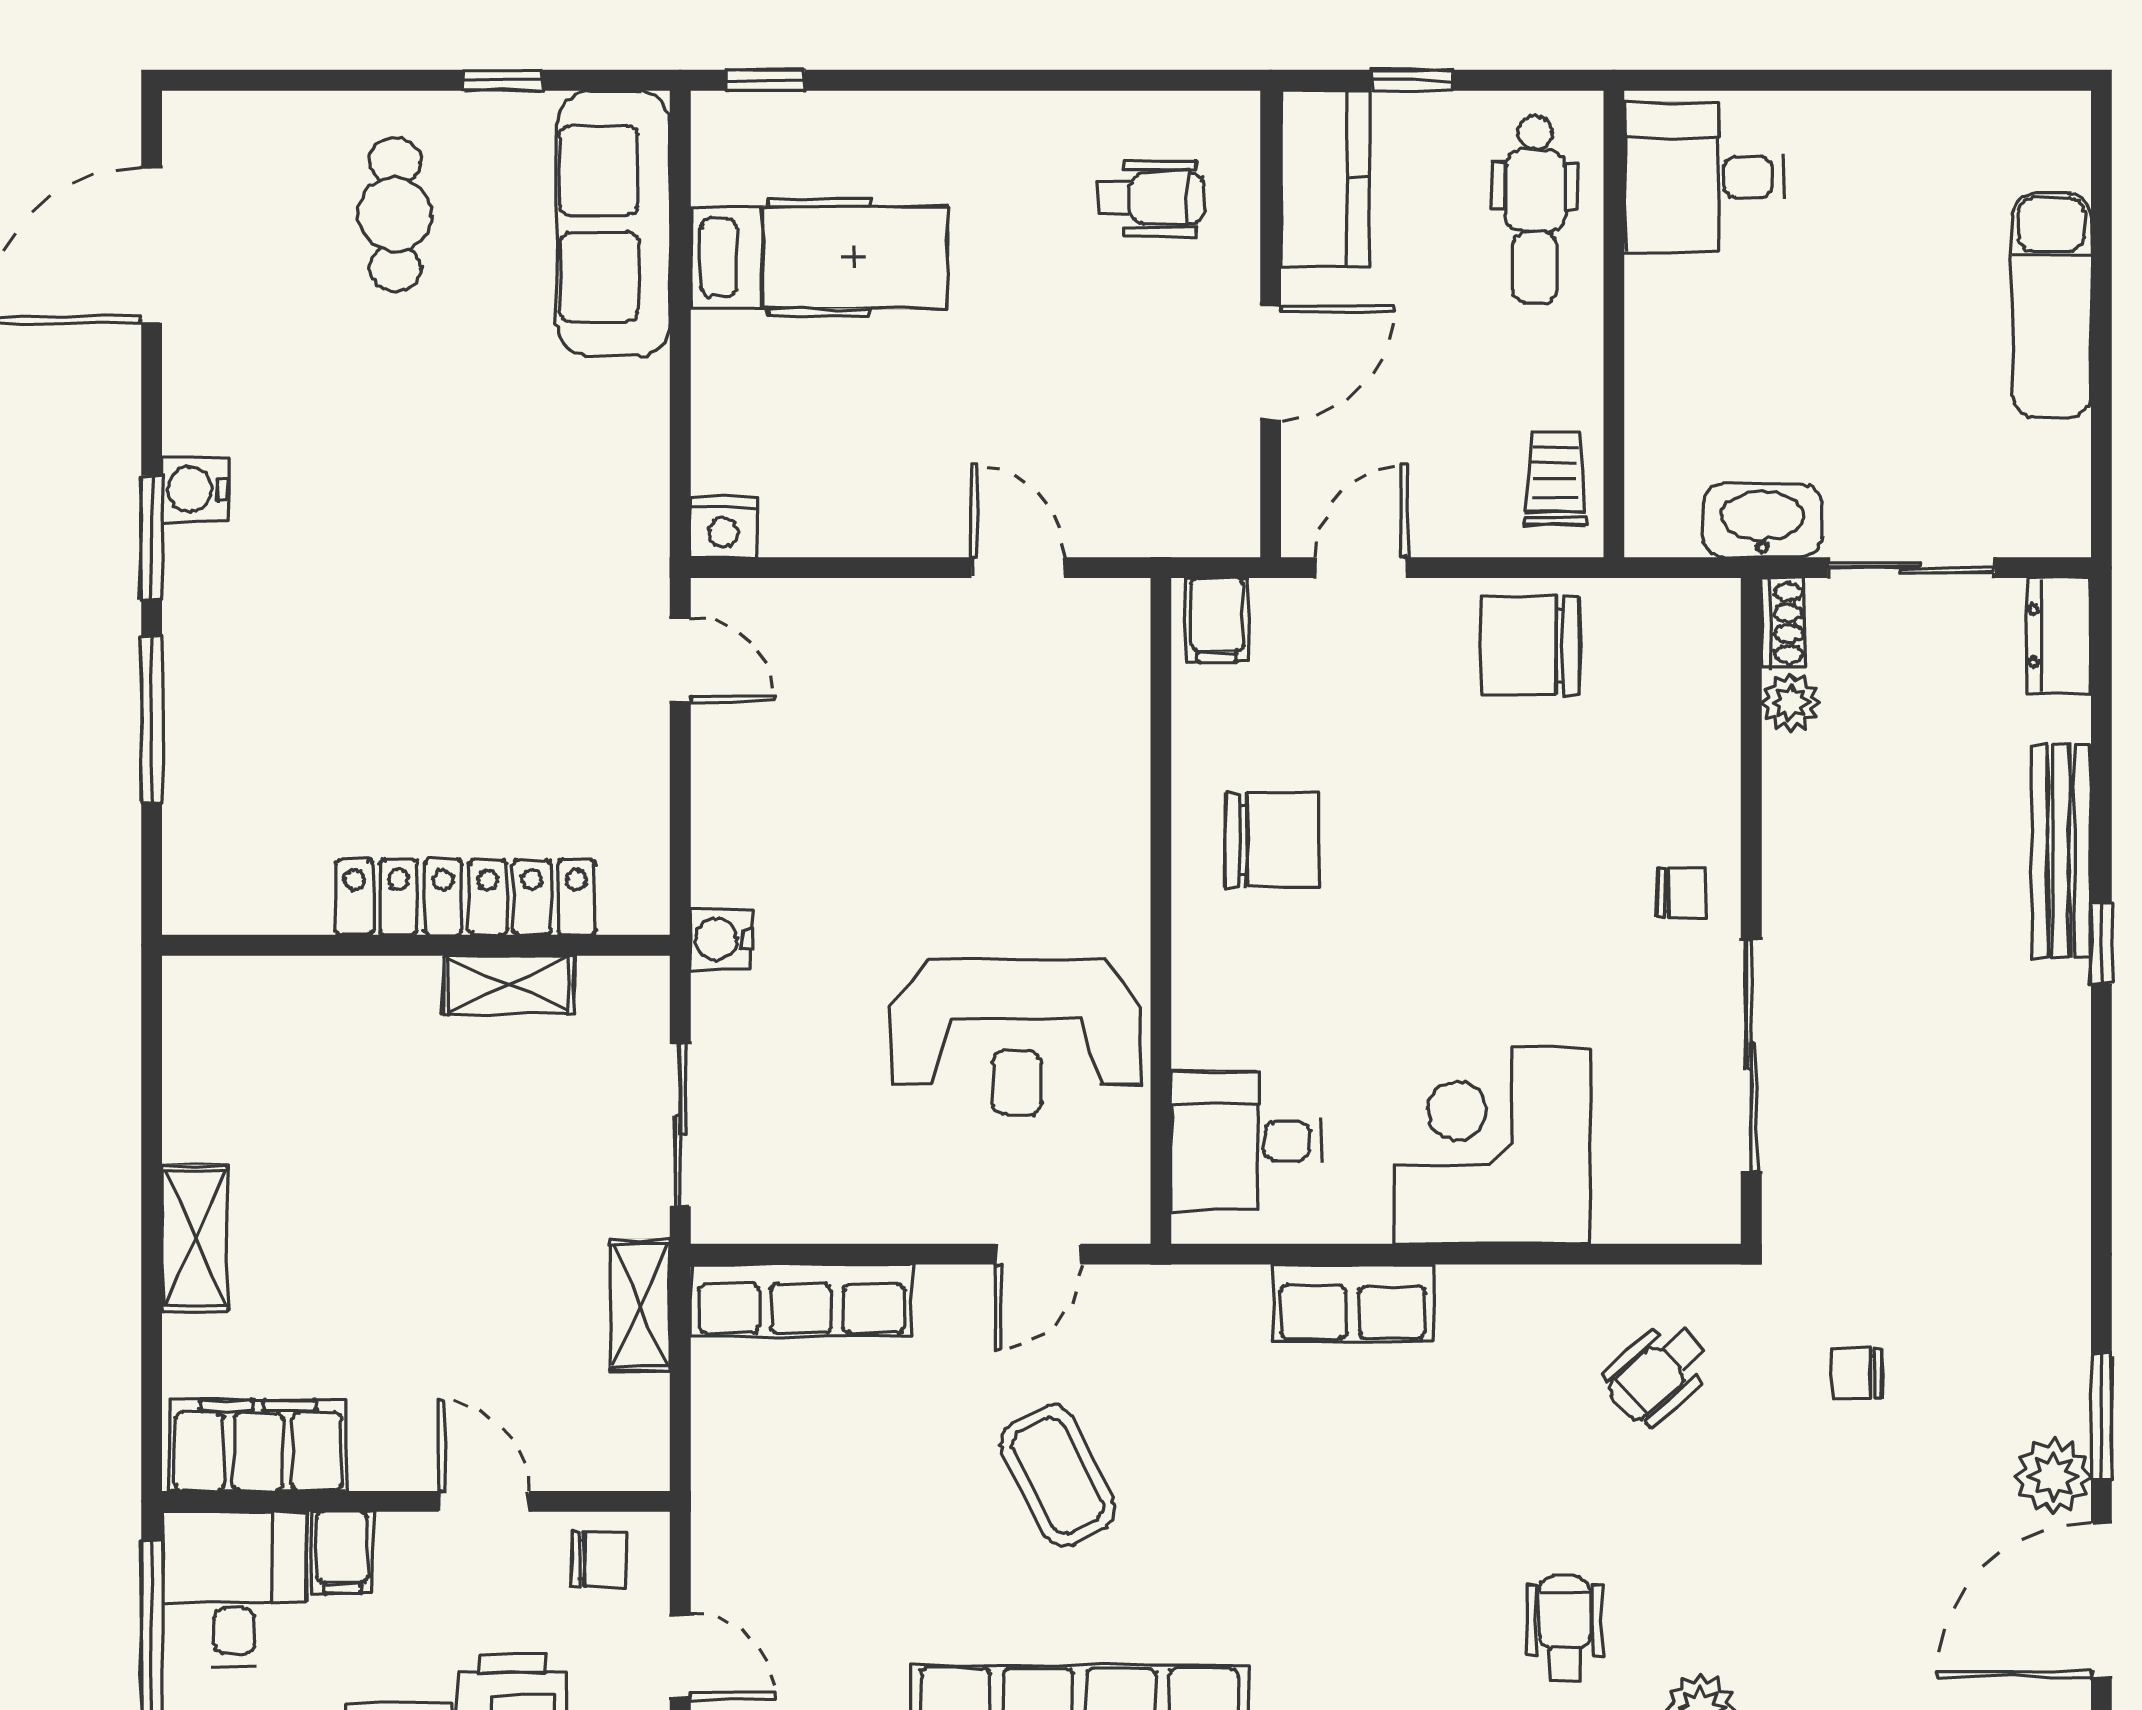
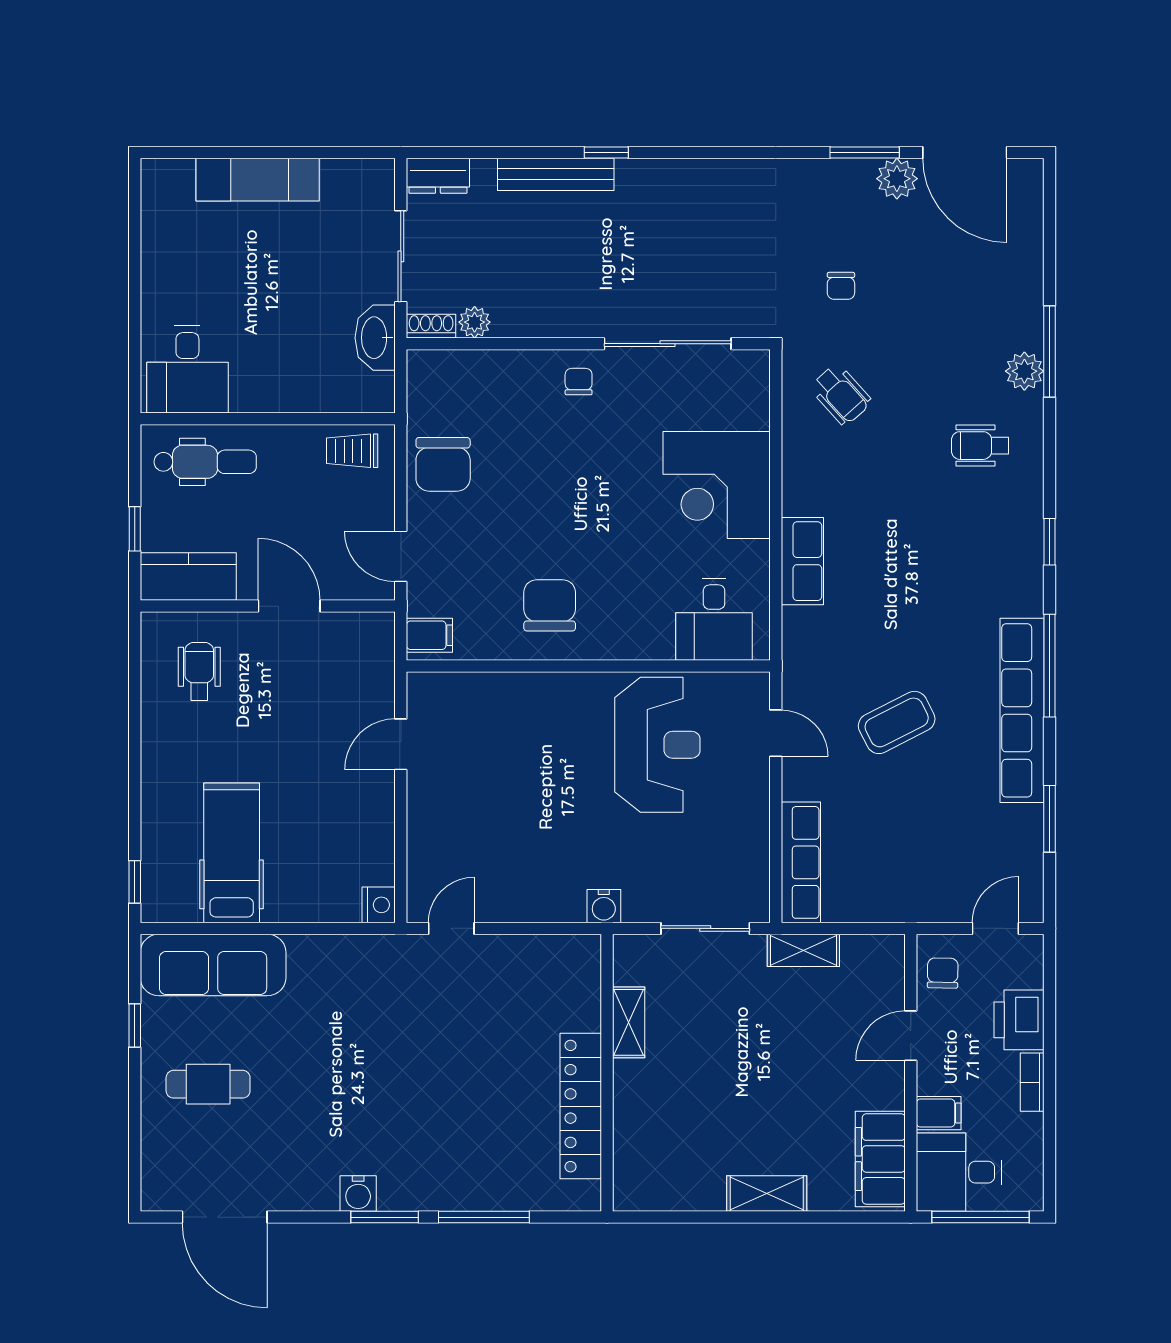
locker: (465, 897) -> (581, 1106), moved

